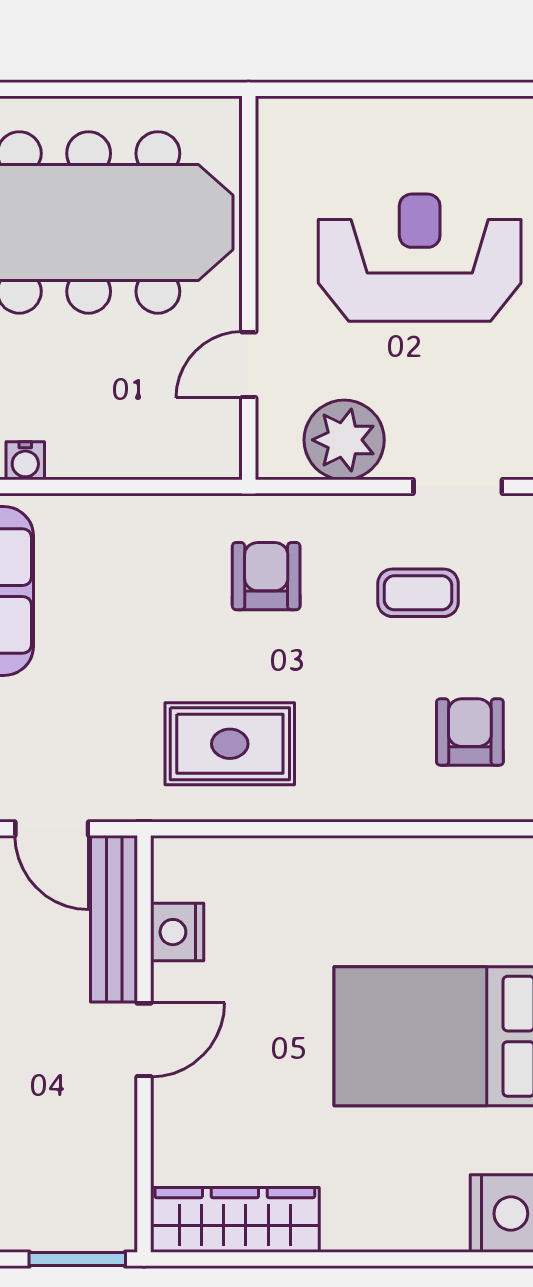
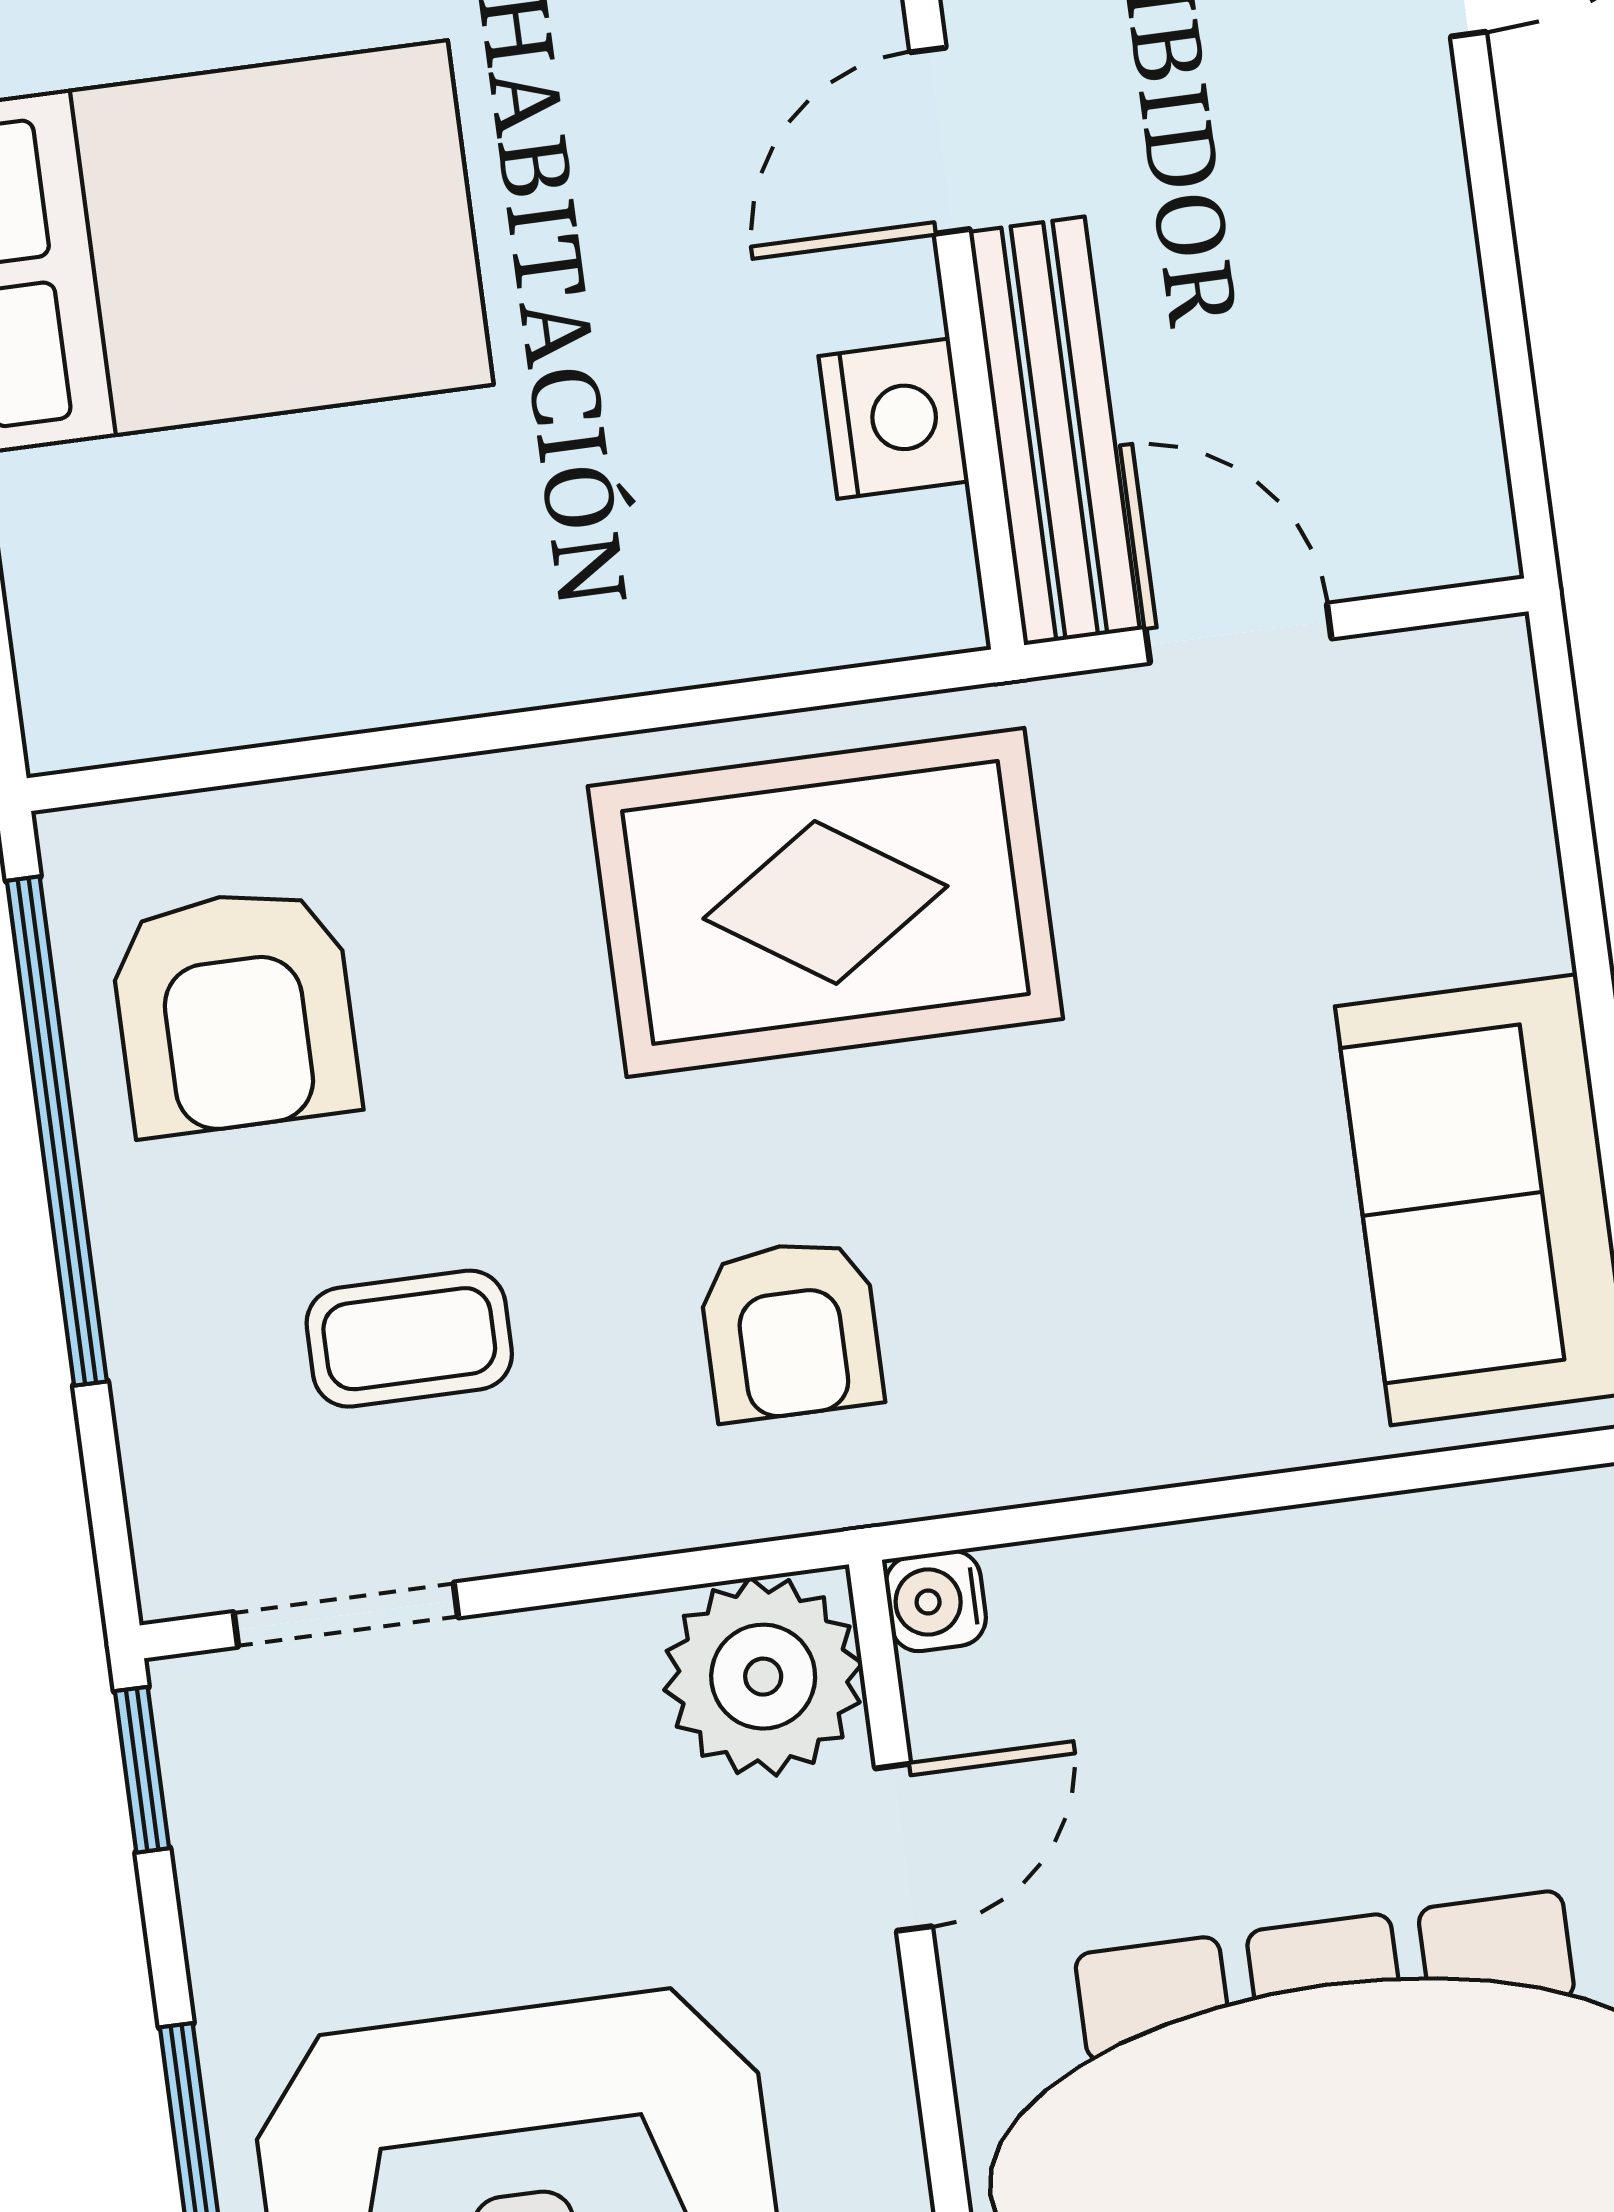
plant: (344, 440) -> (763, 1677), moved
water cooler: (25, 461) -> (936, 1601), moved, turned -90
armchair: (470, 732) -> (235, 1011), width x1.38, depth x1.38
rug: (230, 744) -> (825, 902), width x1.36, depth x1.43

